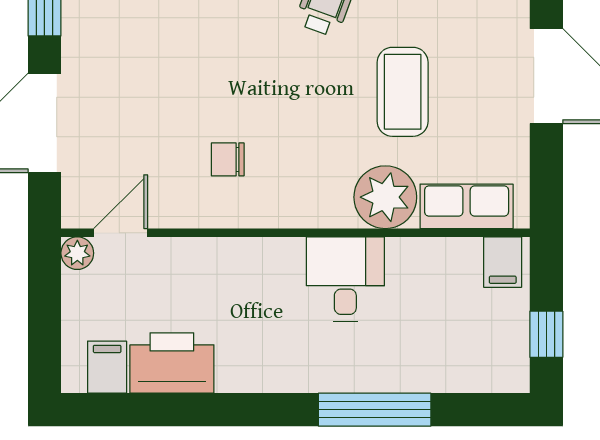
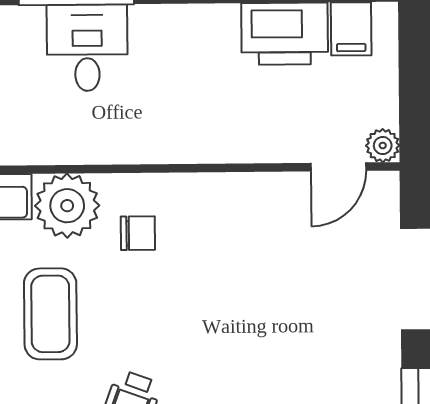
chair: (228, 159) -> (138, 233), moved
desk: (345, 279) -> (87, 48), moved, turned 180

